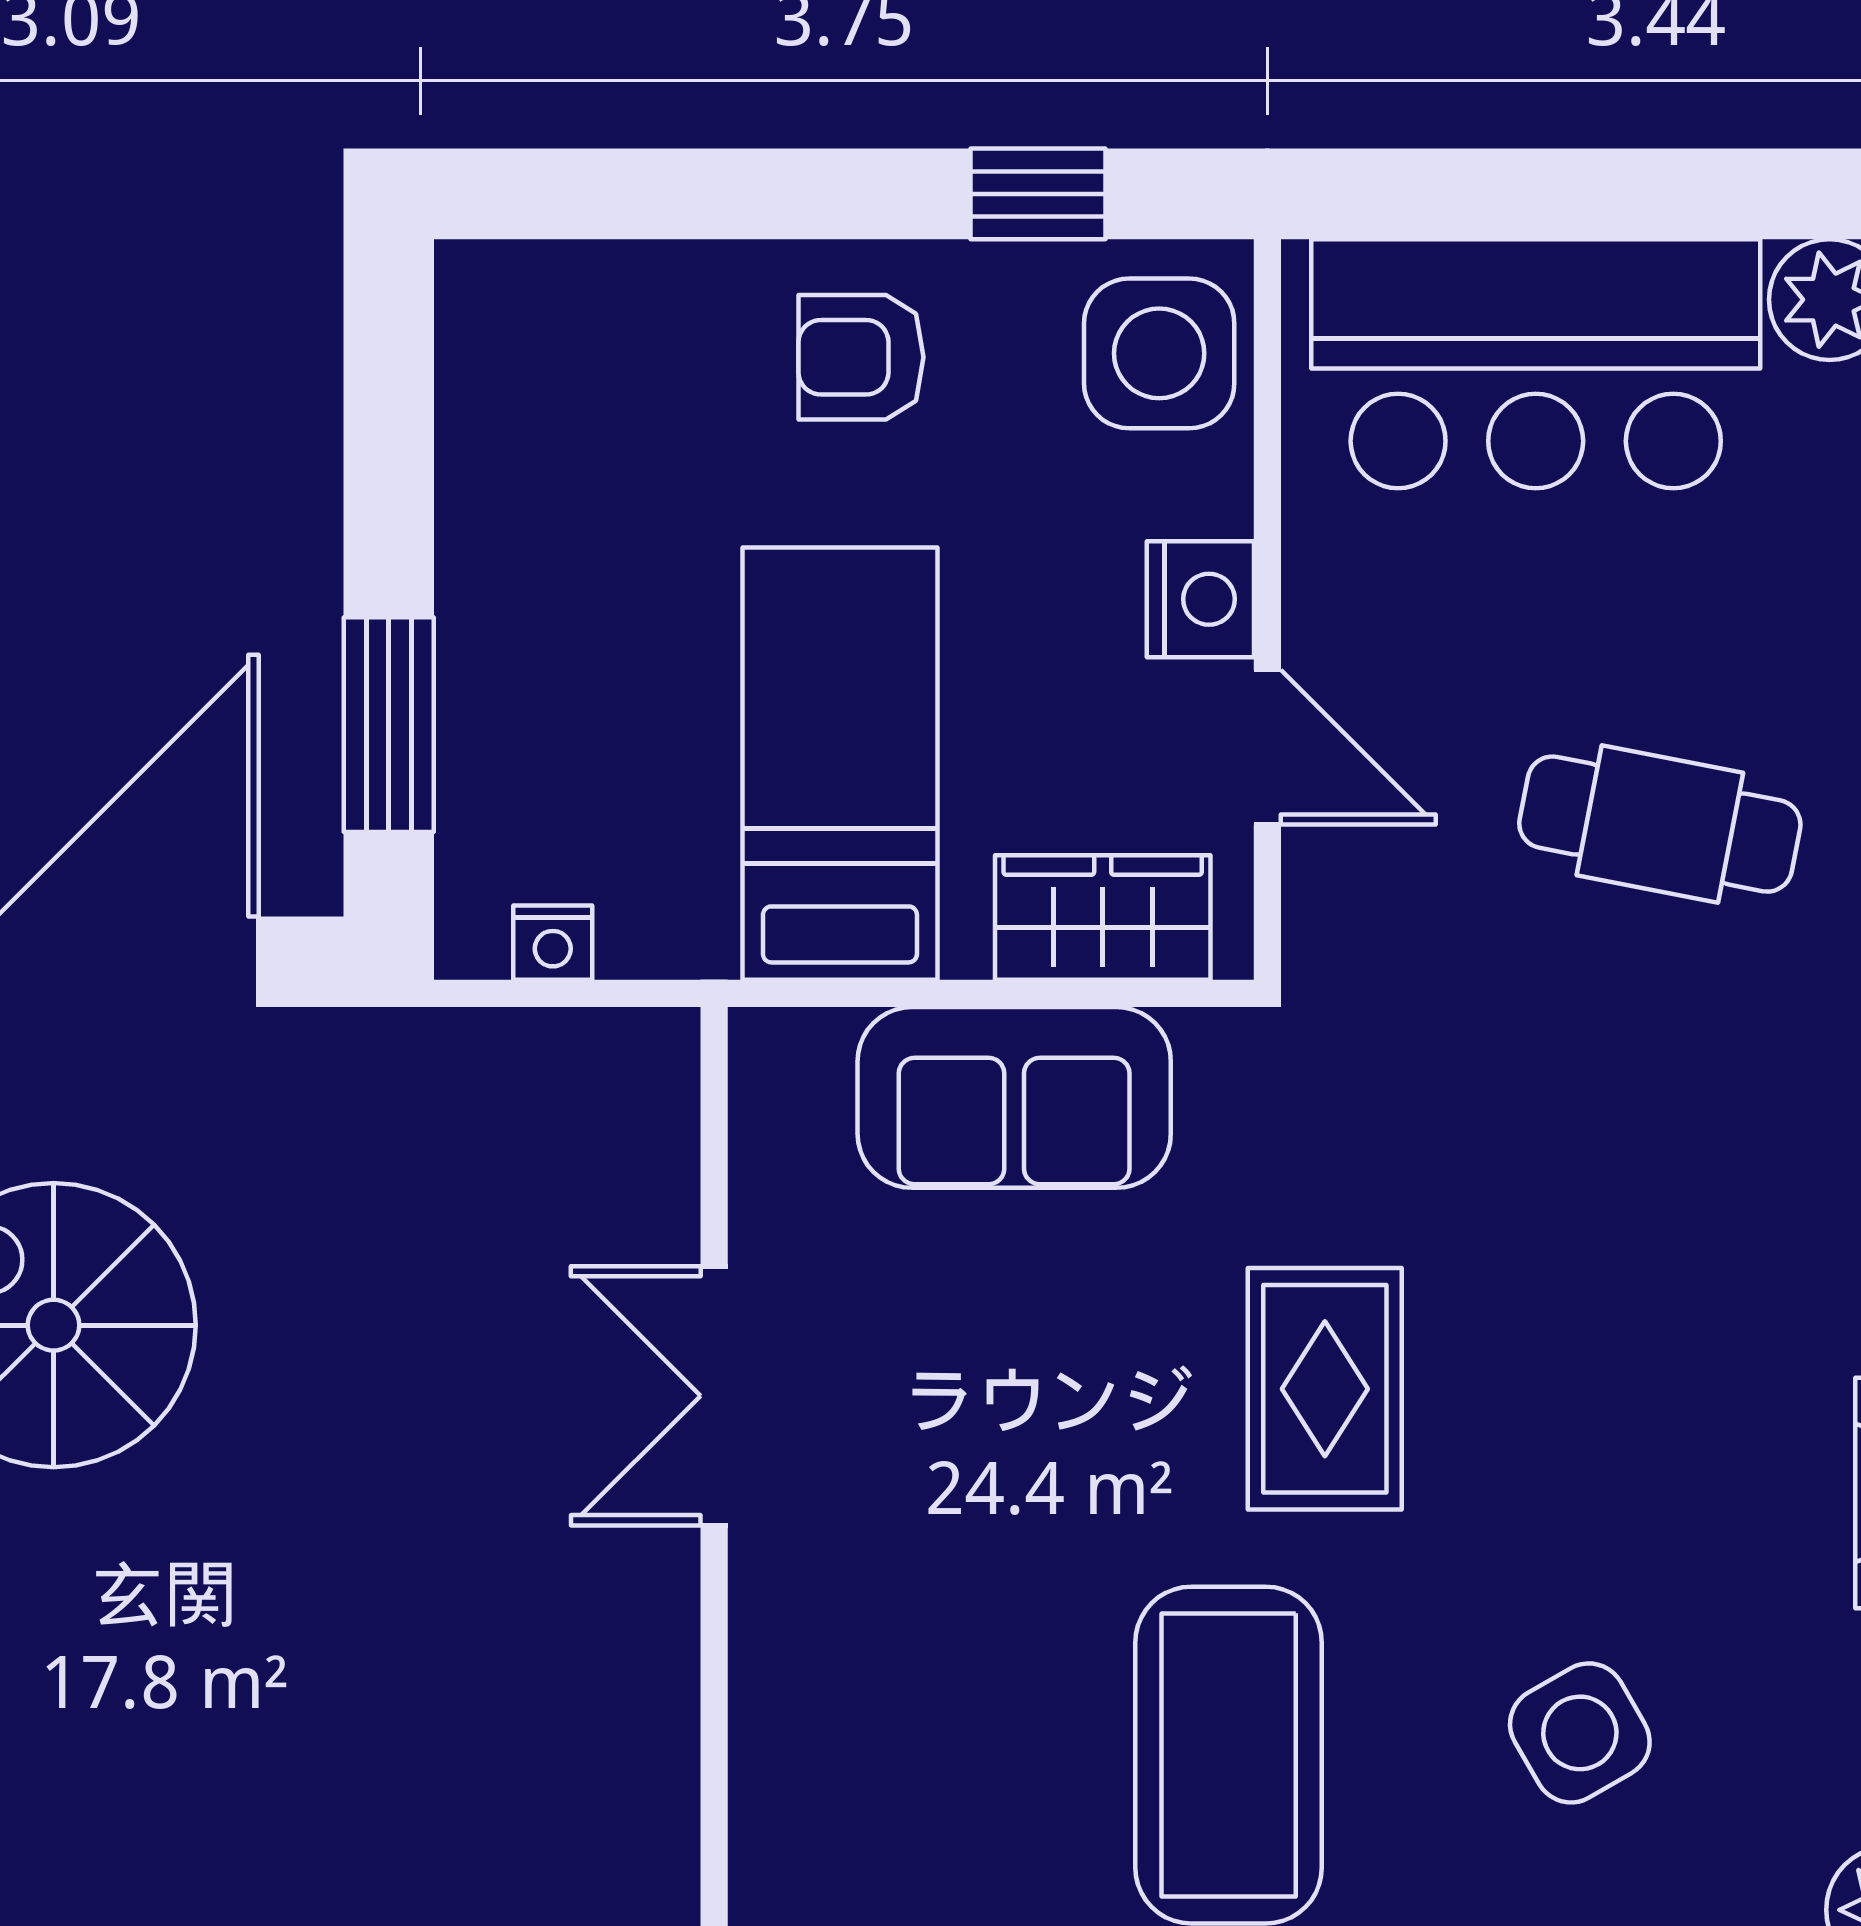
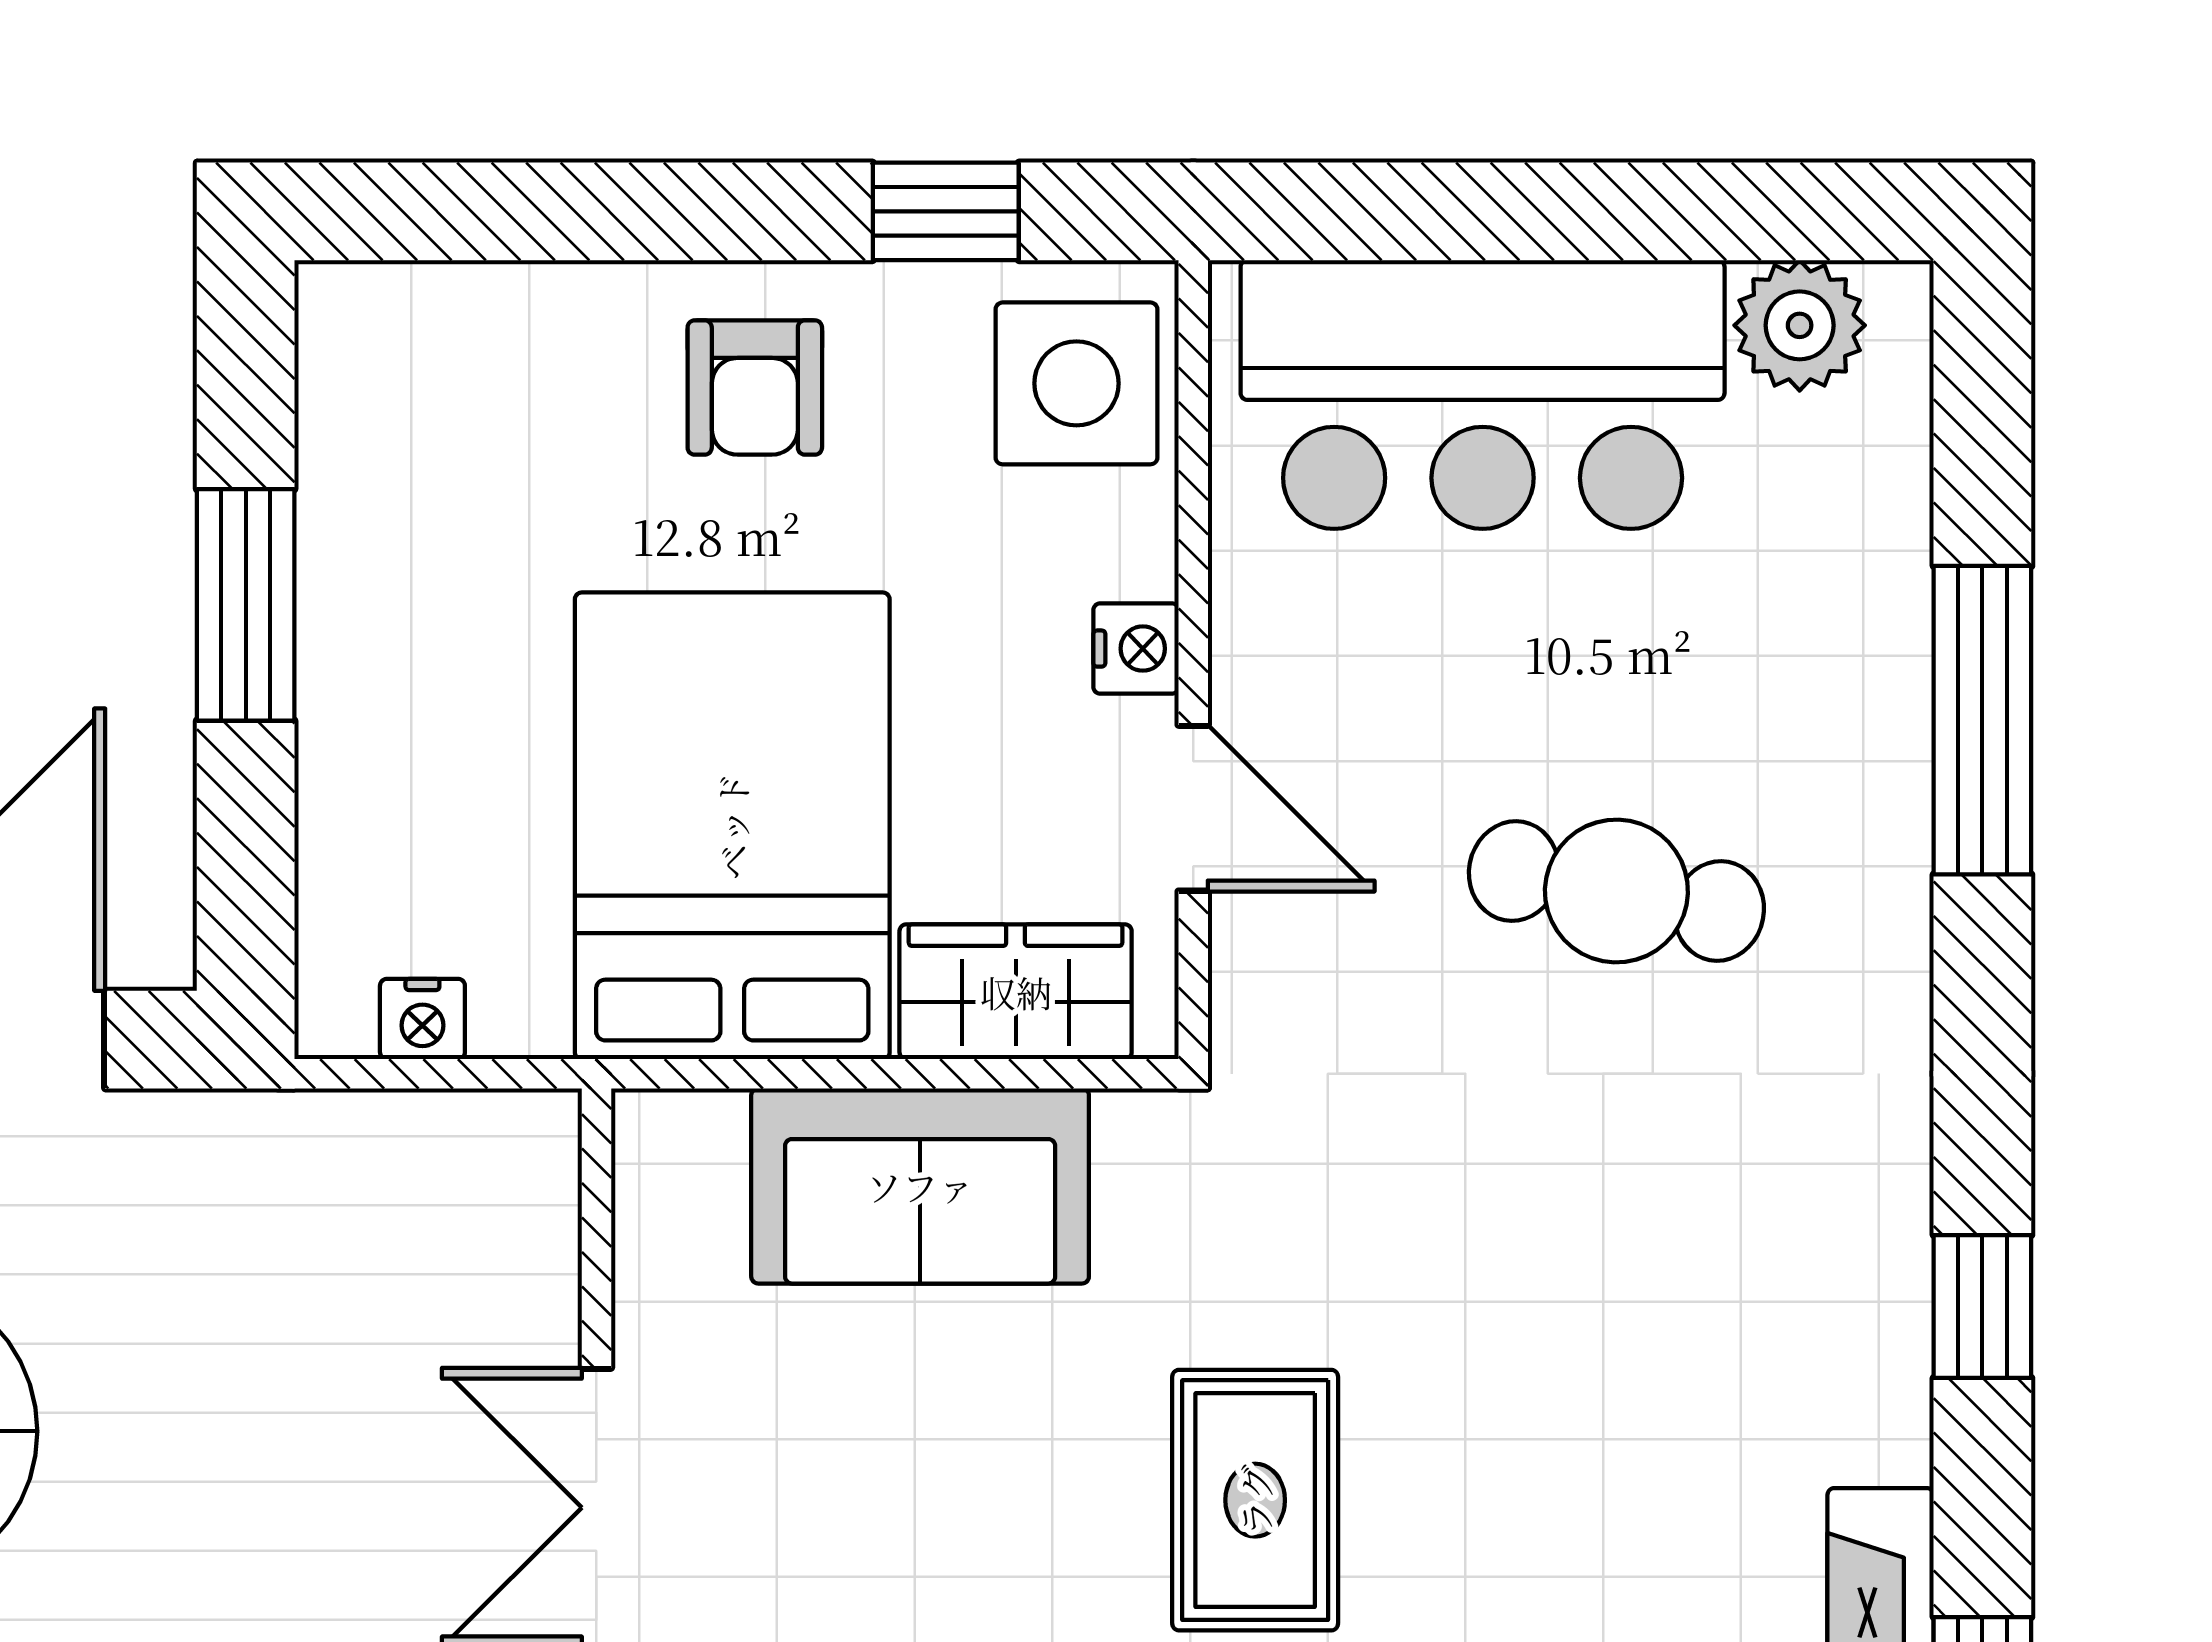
armchair: (861, 357) -> (755, 388), turned -90
nightstand: (1200, 599) -> (1136, 649), width x0.72, depth x0.74
window: (389, 725) -> (246, 605), moved
bed: (840, 764) -> (732, 826), width x1.50

